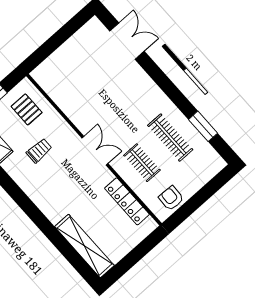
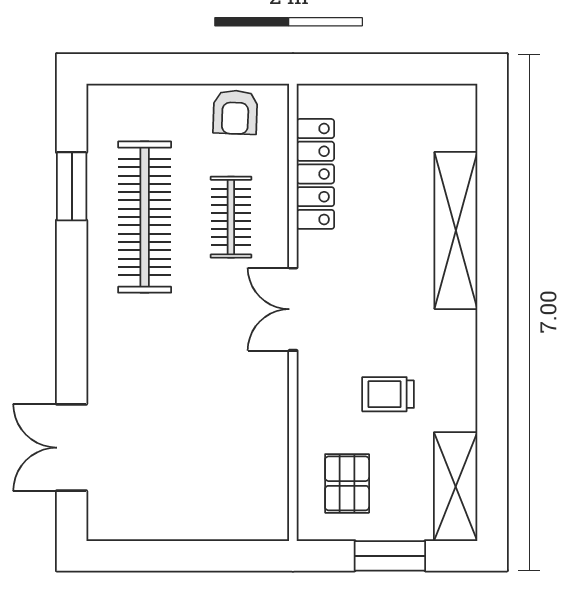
clothes rail: (170, 138) -> (145, 217), width x1.37, depth x1.31
shelving: (84, 246) -> (456, 230), moved

